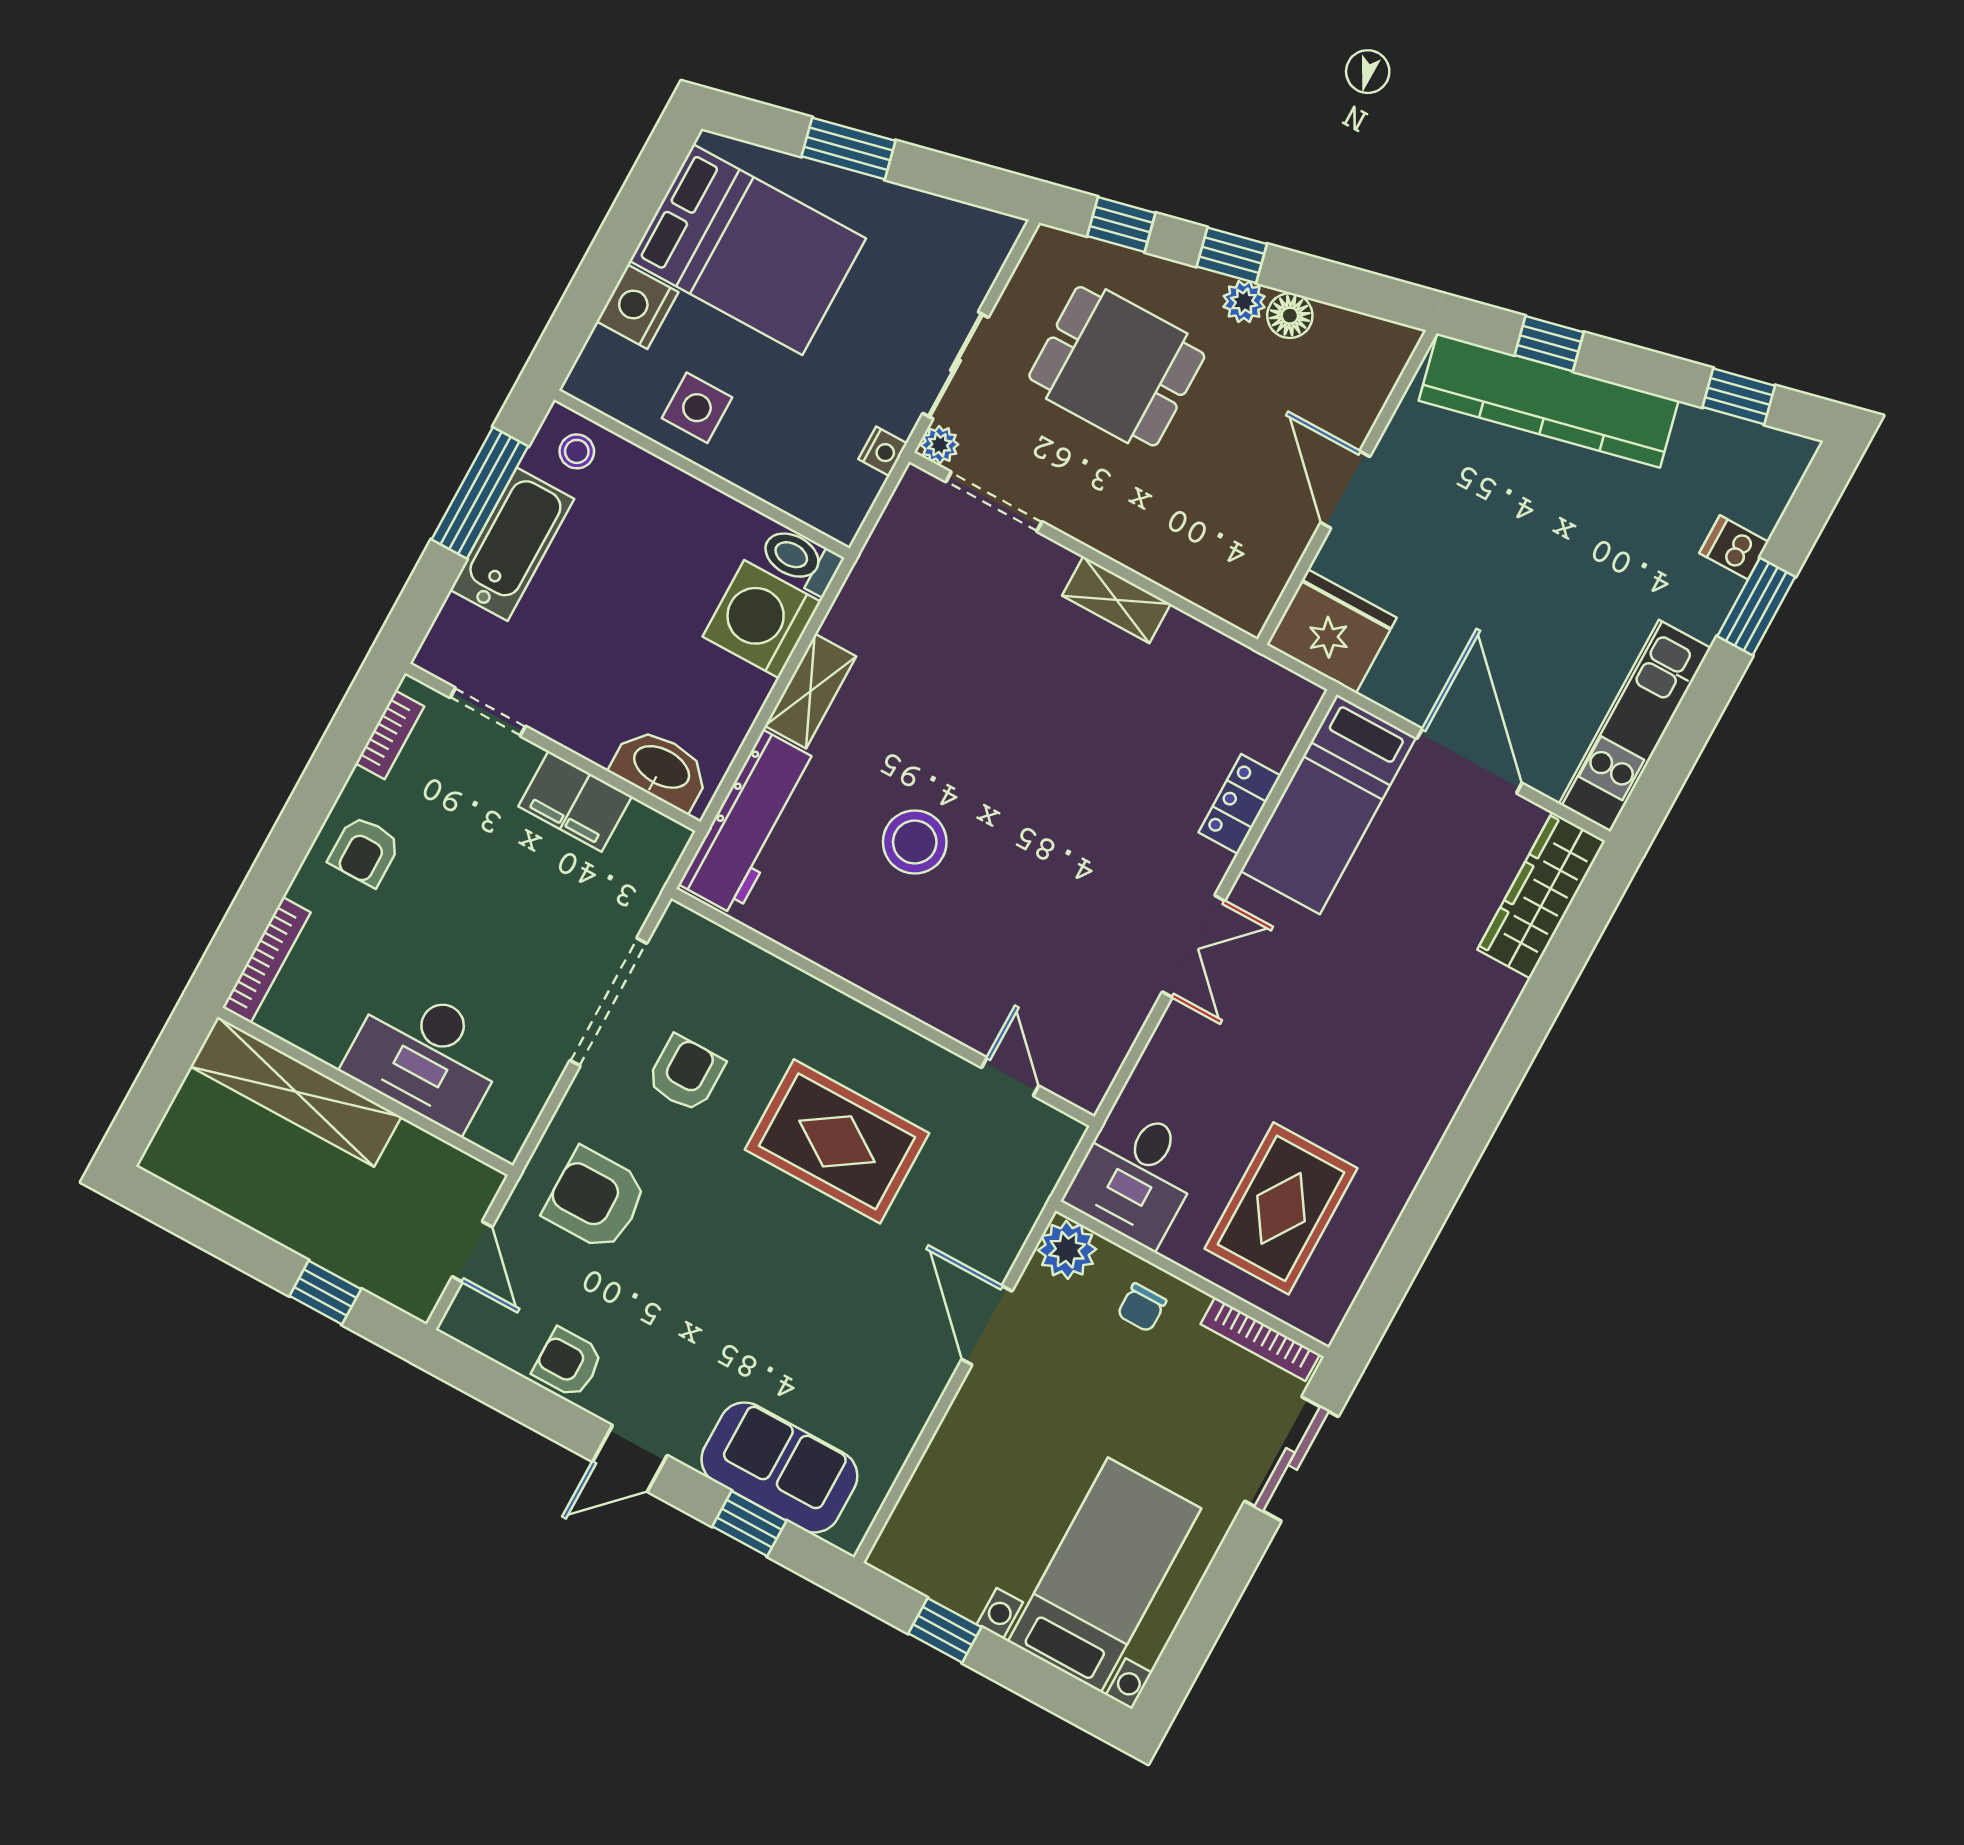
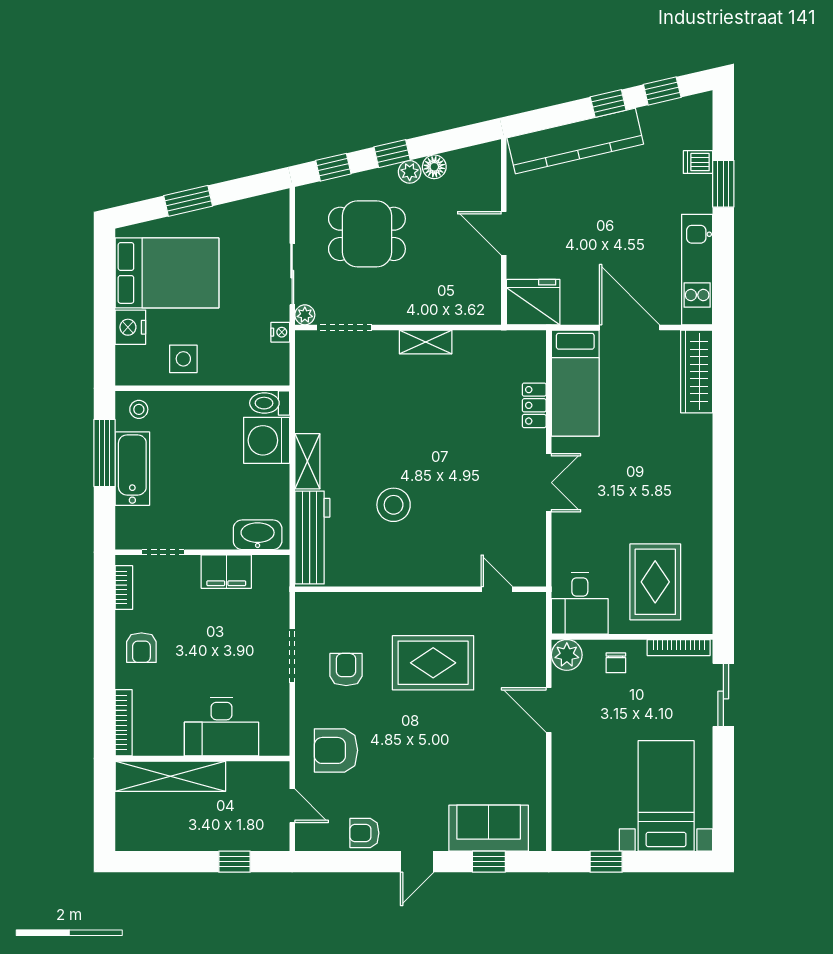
window: (1549, 344) -> (608, 104), moved
doorway: (608, 1002) -> (292, 656), width x0.73

